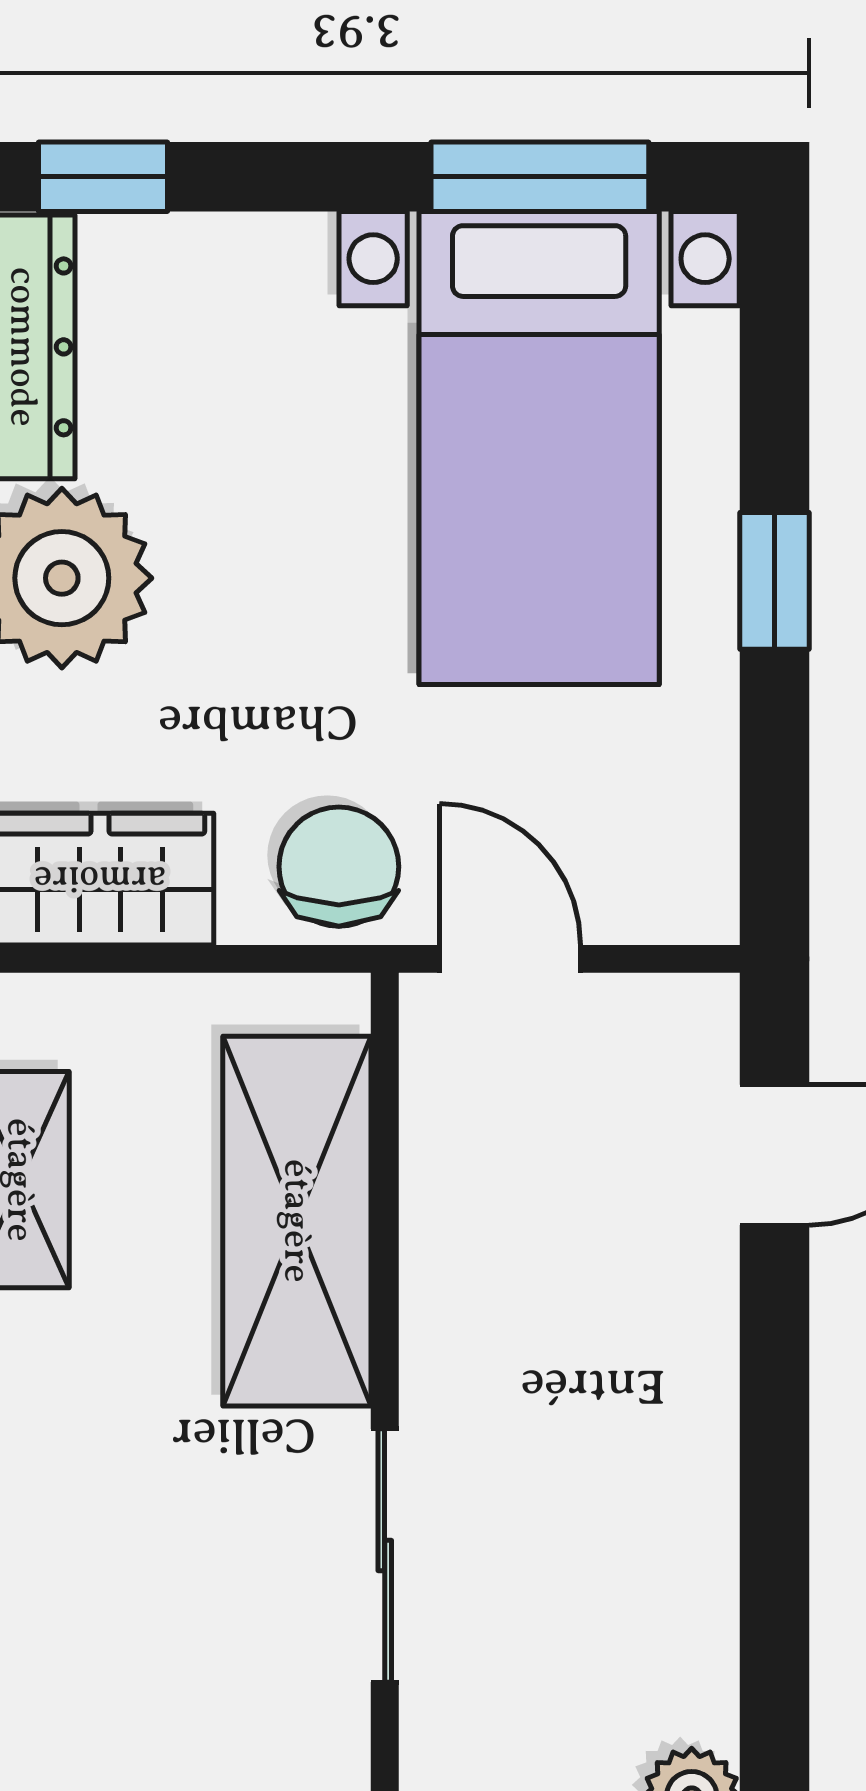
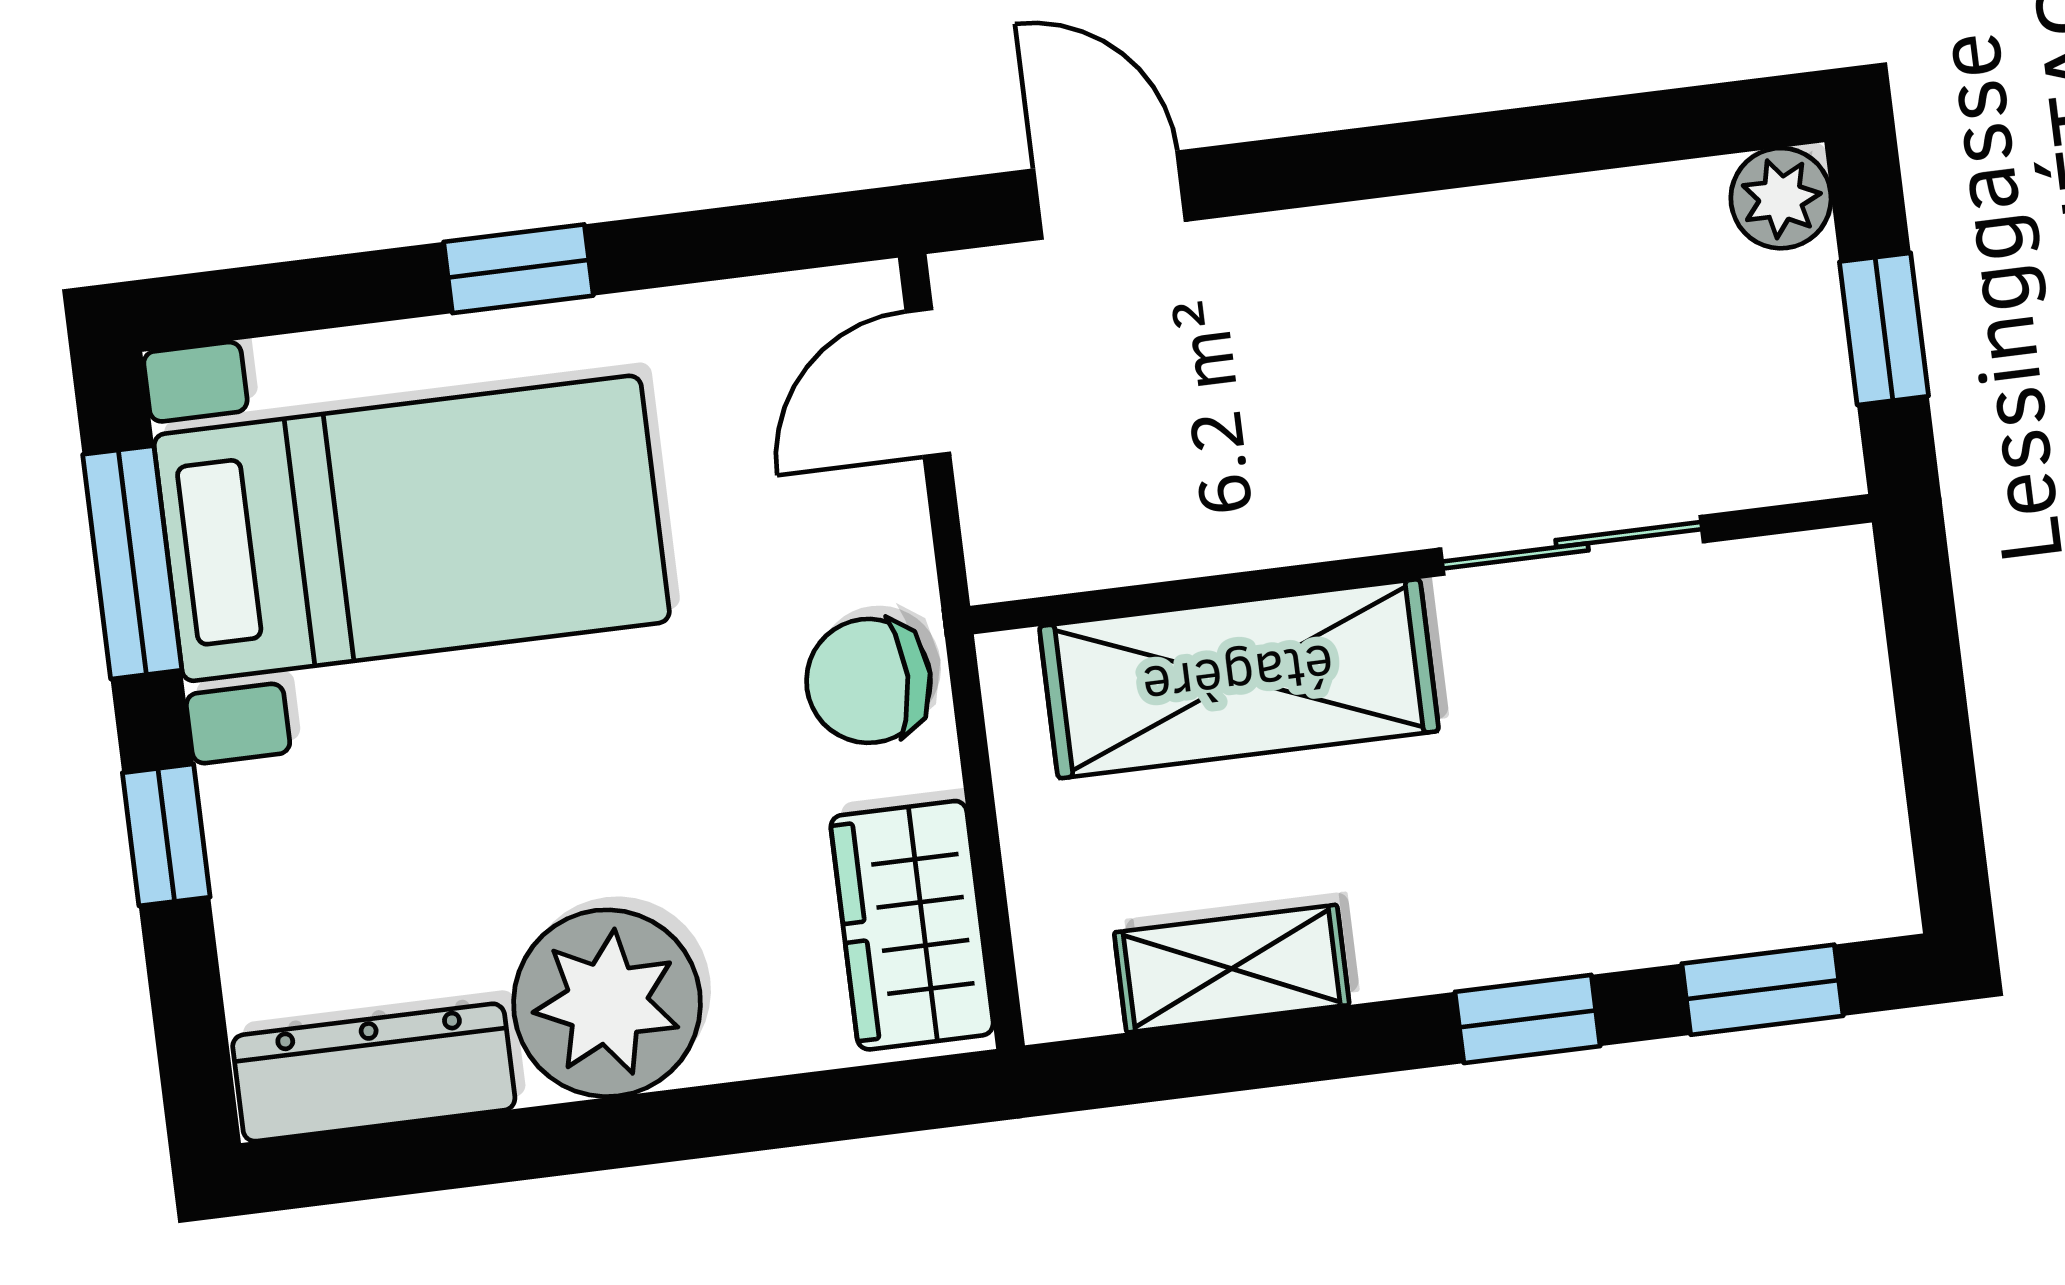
window: (103, 177) -> (166, 835), moved
door: (510, 959) -> (928, 383), moved

